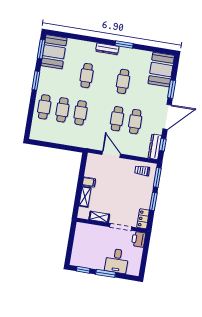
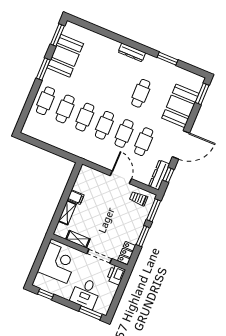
window: (124, 45) -> (167, 59), moved
booth: (54, 52) -> (65, 56), moved
booth: (161, 70) -> (180, 106), moved
cafe table: (87, 76) -> (104, 125), moved
window: (172, 89) -> (202, 94), moved
door: (111, 154) -> (121, 177), moved
corner desk: (87, 241) -> (58, 263), added
window: (106, 273) -> (91, 313), moved

